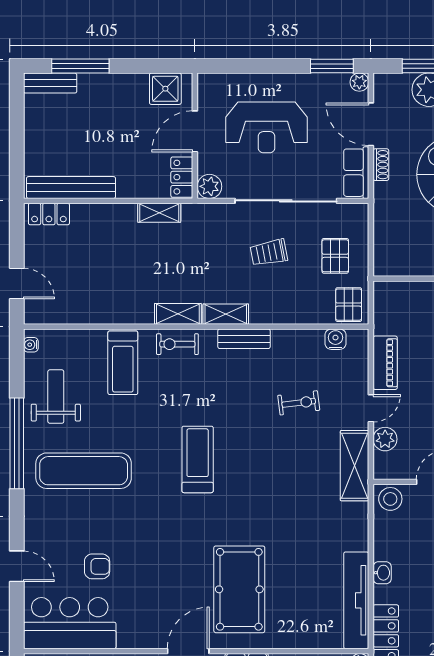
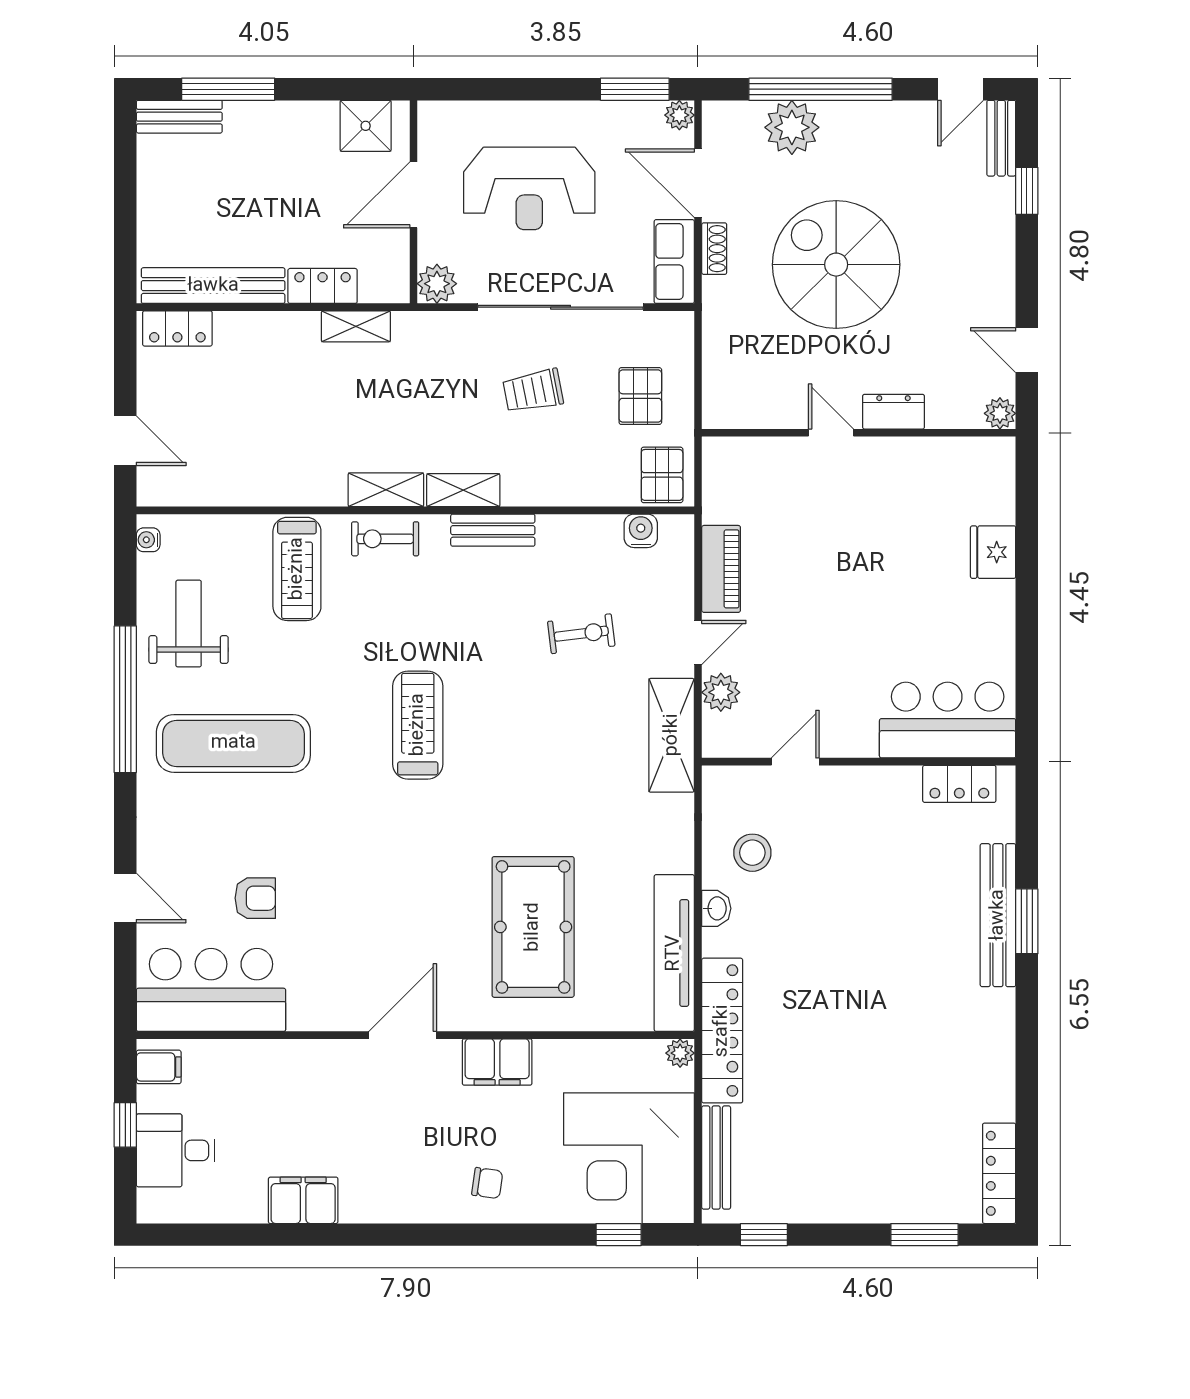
locker: (182, 177) -> (323, 286), moved, turned 90
stool: (390, 499) -> (752, 853), moved
pool table: (239, 589) -> (533, 927), moved

